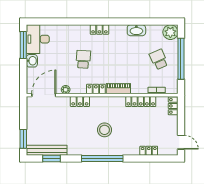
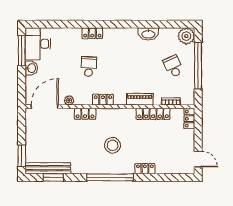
locker: (99, 30) -> (92, 33), moved
piano: (118, 89) -> (140, 99), moved
locker: (149, 151) -> (145, 169), moved

